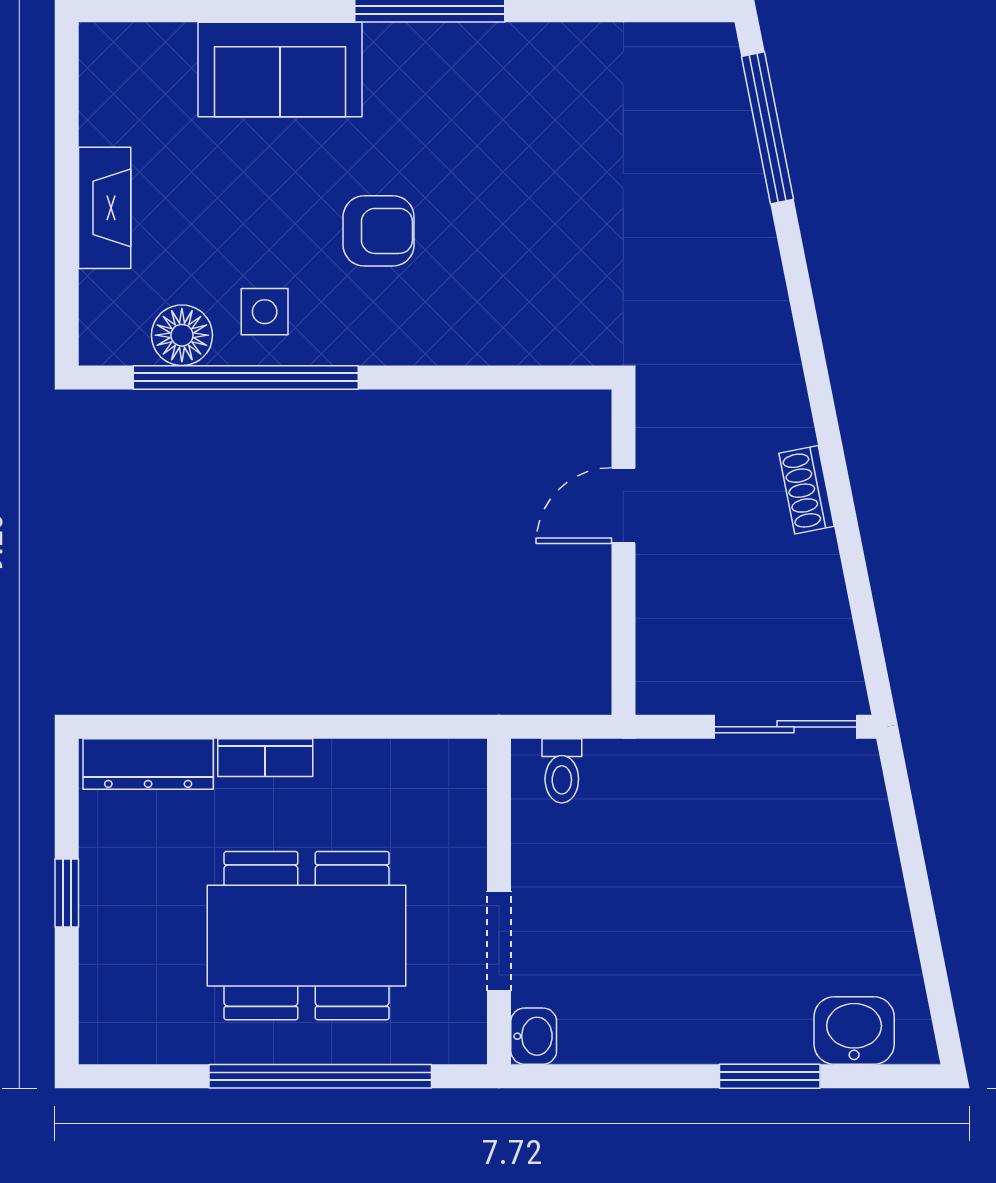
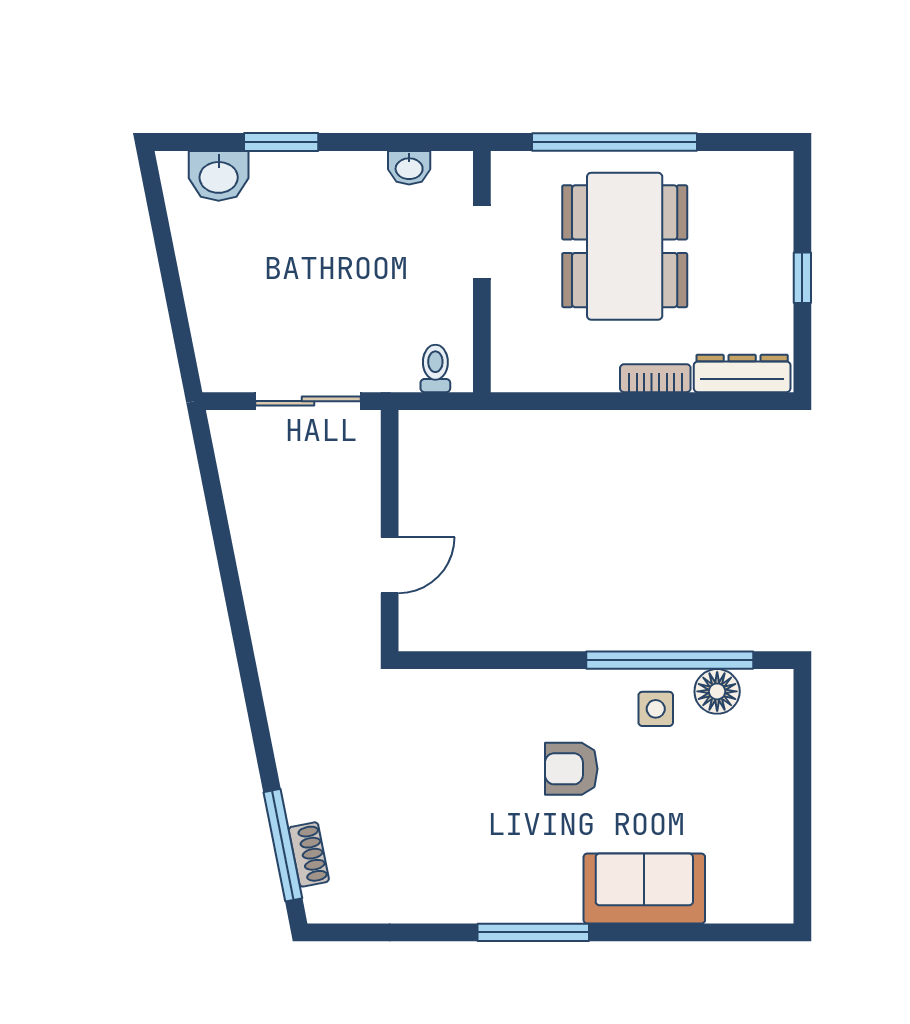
fireplace: (105, 208) -> (774, 786), removed
shoe rack: (807, 490) -> (309, 854), moved
sliding door: (785, 727) -> (308, 401), moved
dining table: (307, 936) -> (625, 246), turned 90
washbasin: (534, 1036) -> (409, 168), moved, turned -90

